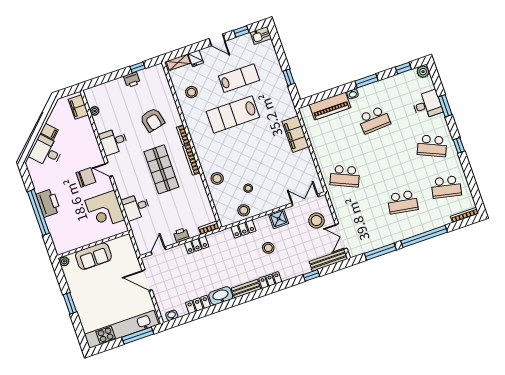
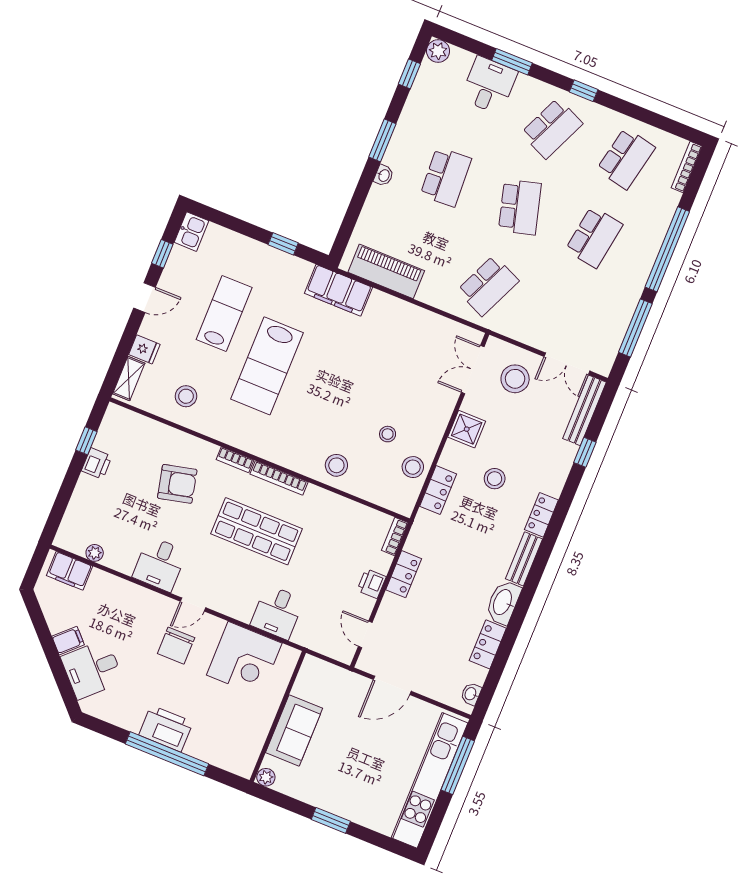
piano: (330, 106) -> (386, 271), moved, turned -90
filing cabinet: (295, 134) -> (338, 290), moved
school desk: (388, 161) -> (520, 207), added
chair: (86, 177) -> (176, 646), turned 180

